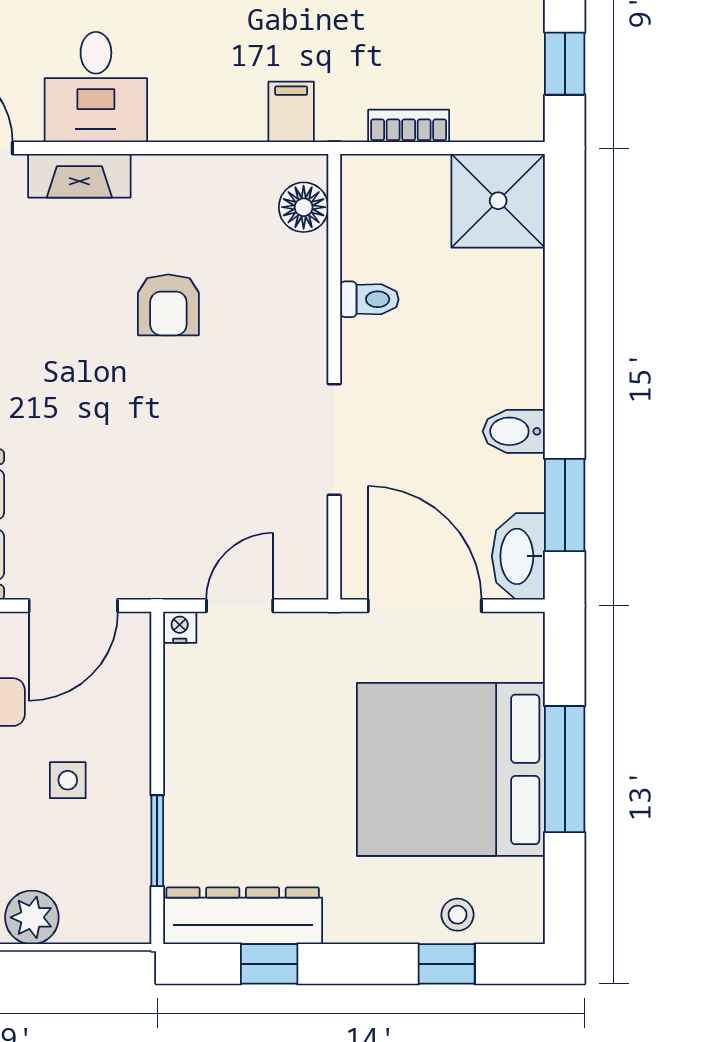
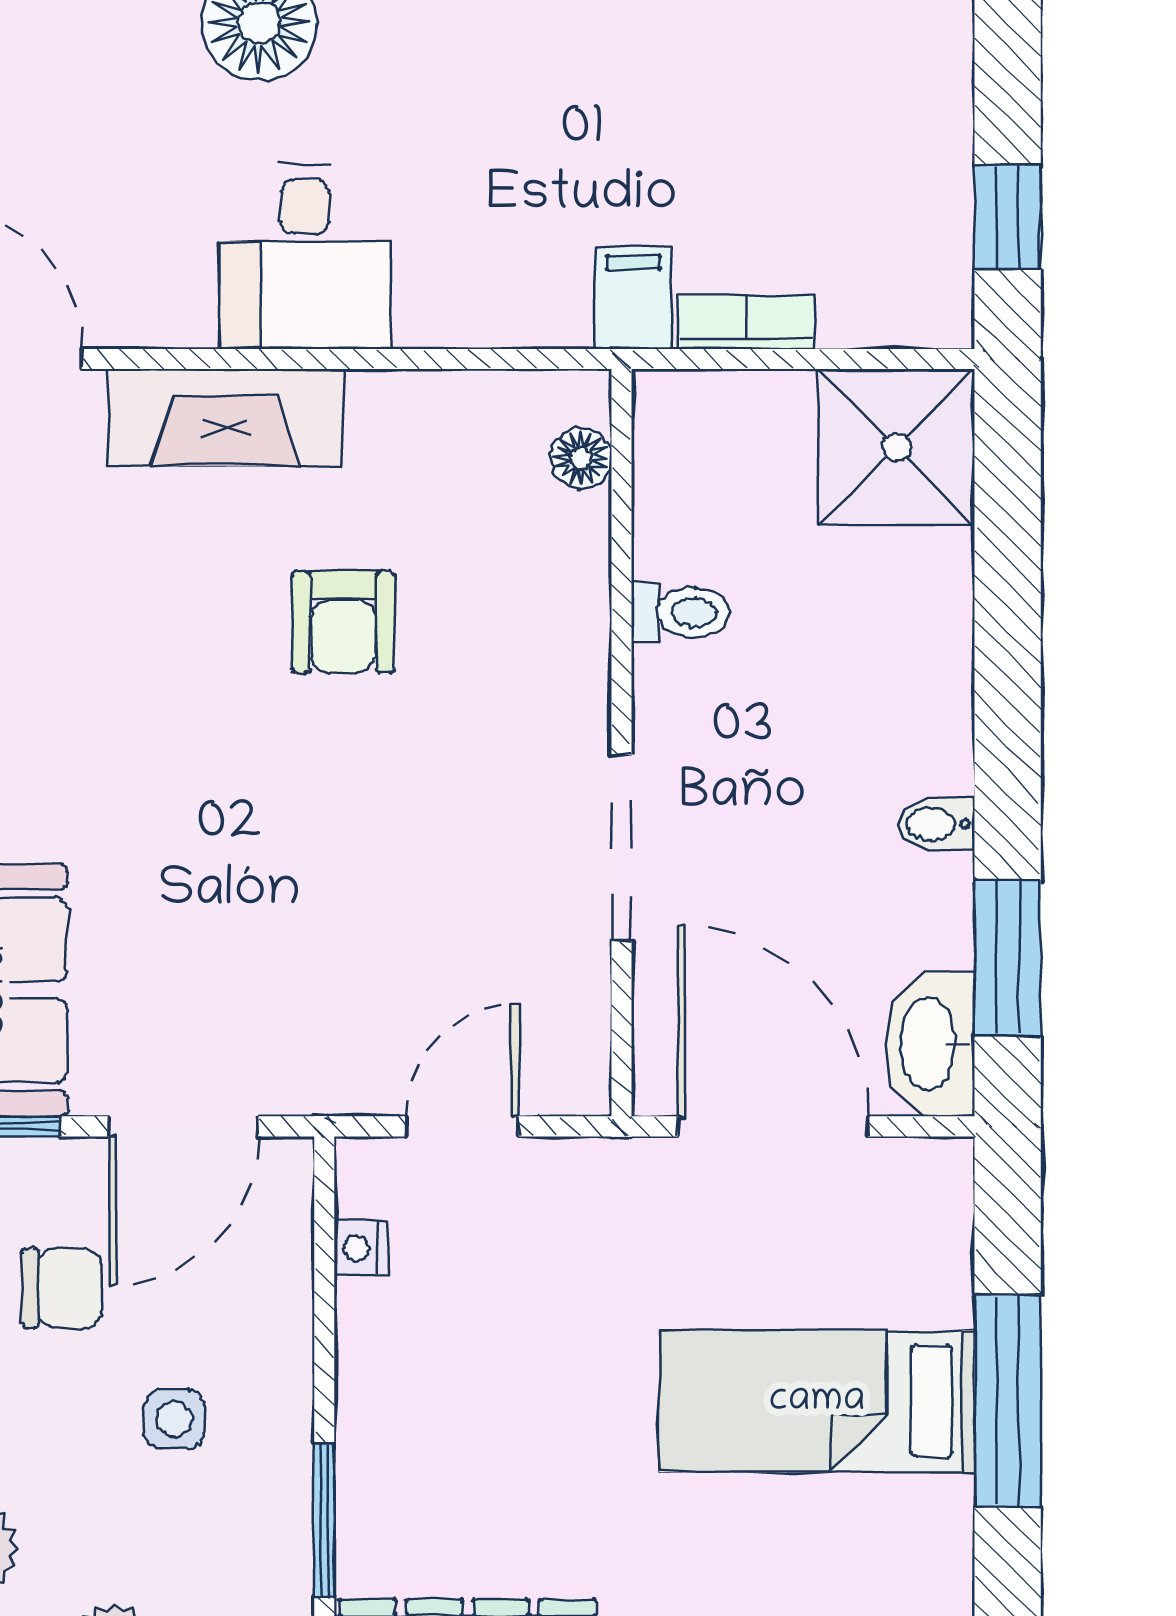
desk: (96, 87) -> (305, 256), moved
filing cabinet: (291, 112) -> (634, 298), moved
fireplace: (79, 176) -> (226, 417), width x1.37, depth x1.32
floor lamp: (304, 207) -> (581, 458), width x0.73, depth x0.73
bidet: (514, 431) -> (936, 824), width x0.72, depth x0.74
nightstand: (180, 627) -> (361, 1248), moved, turned -90
bed: (451, 769) -> (817, 1401), width x0.49

